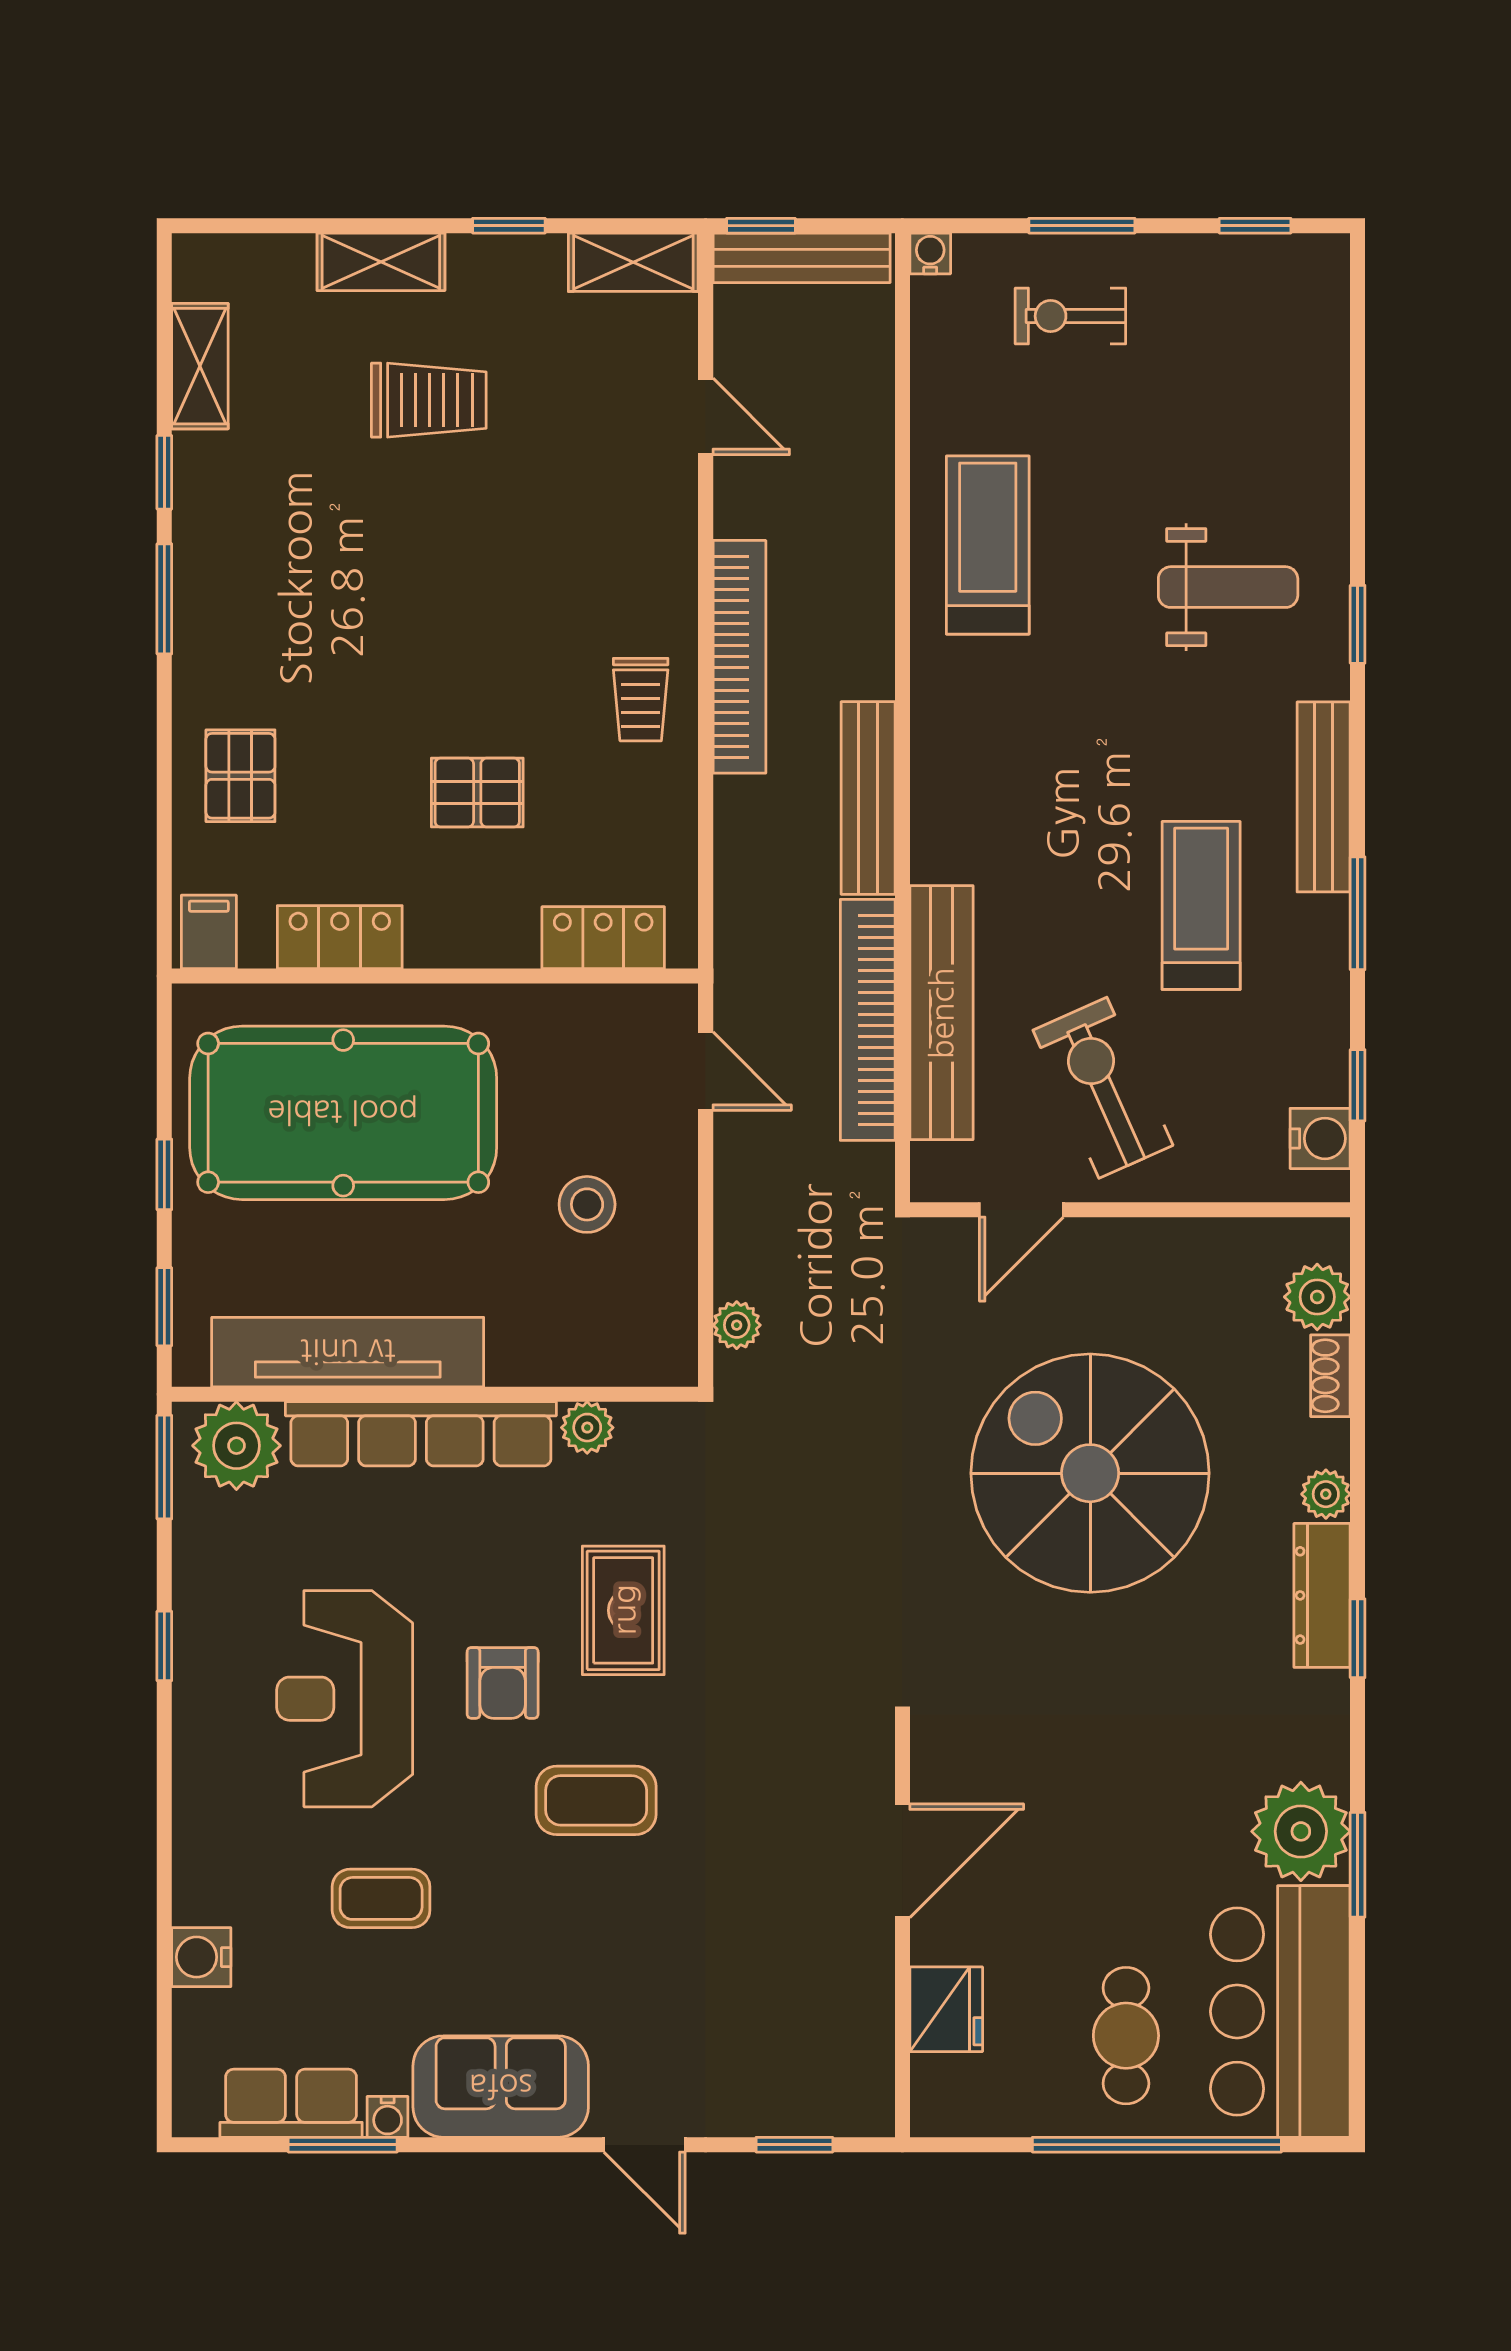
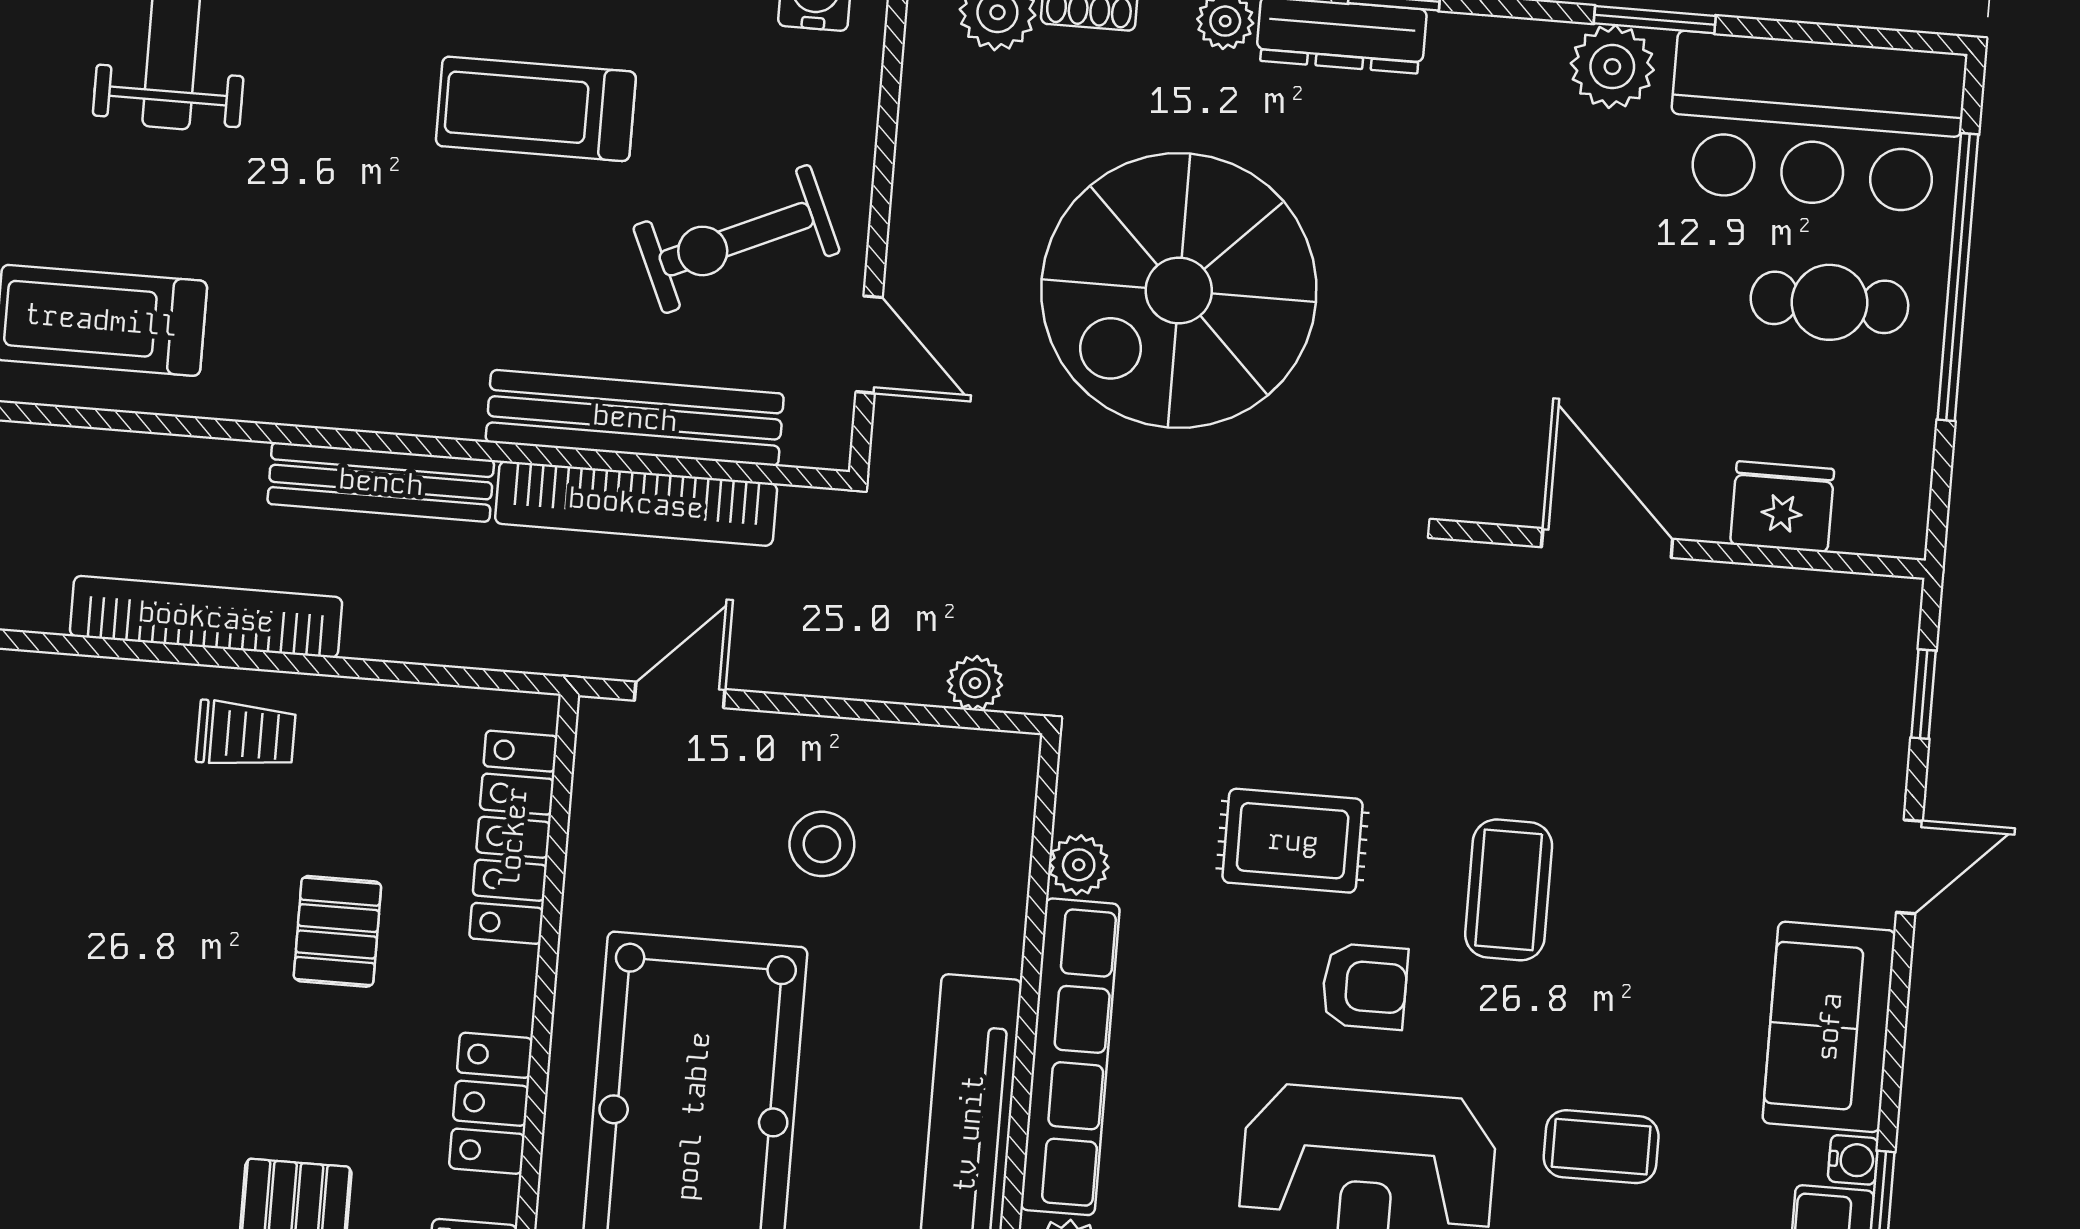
locker: (603, 938) -> (513, 837), width x1.53
plant: (1301, 1831) -> (1612, 67), width x0.73, depth x0.73
coffee table: (381, 1898) -> (1601, 1147), turned 90

